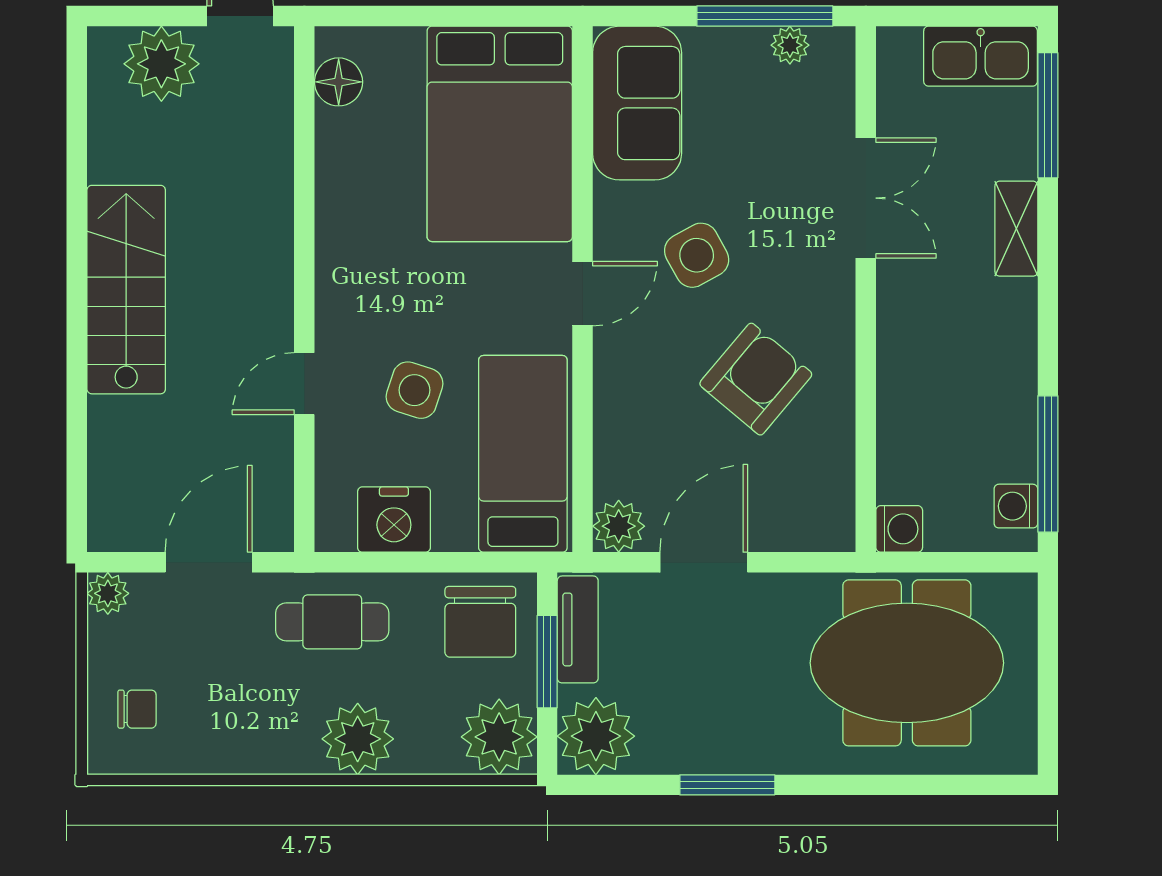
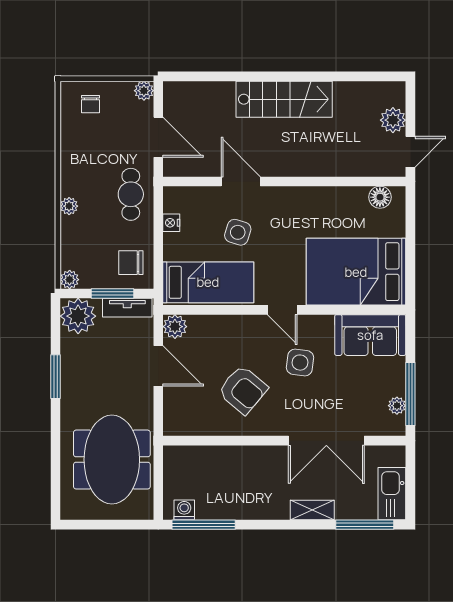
plant: (161, 64) -> (393, 120), width x0.73, depth x0.73
double door: (866, 198) -> (326, 441), width x1.37
side table: (697, 255) -> (300, 363), turned 36
door: (304, 384) -> (241, 181), width x1.38
nightstand: (394, 520) -> (171, 223), width x0.53, depth x0.56
washing machine: (899, 529) -> (174, 456), removed
chair: (480, 622) -> (131, 263), width x0.73, depth x0.73
plant: (499, 737) -> (70, 280), width x0.53, depth x0.53
plant: (358, 739) -> (69, 206), width x0.53, depth x0.53

